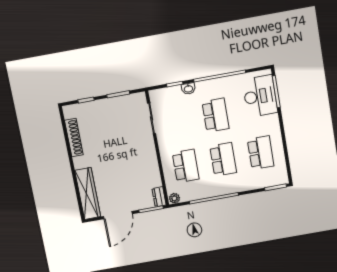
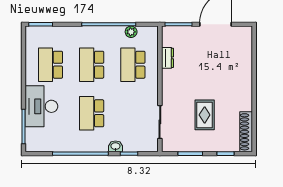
desk: (260, 96) -> (41, 106), moved
rug: (112, 132) -> (205, 115), added
shoe rack: (74, 138) -> (246, 132), moved
wardrobe: (88, 194) -> (243, 54), removed
dresser: (159, 197) -> (167, 58), moved
plant: (174, 198) -> (131, 32), moved

